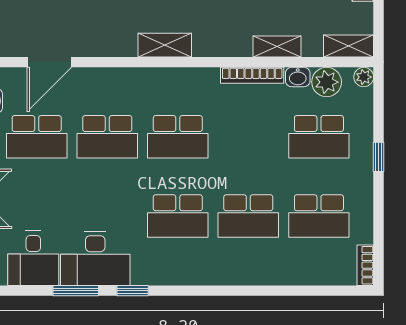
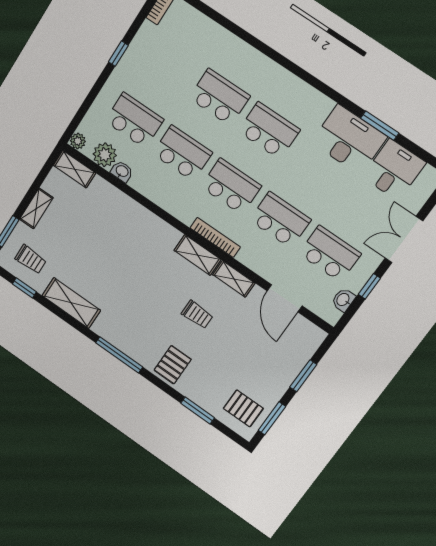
shelving: (277, 46) -> (234, 279), moved
door: (49, 62) -> (285, 298), swing flipped
bookcase: (252, 75) -> (215, 237), moved
window: (379, 157) -> (118, 54), moved
school desk: (319, 216) -> (182, 153), moved
window: (133, 291) -> (338, 98), removed

